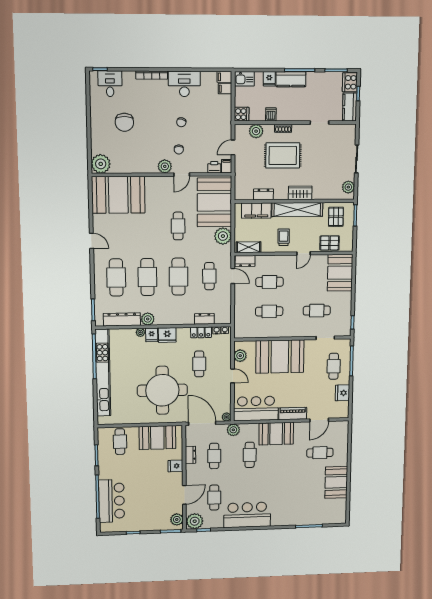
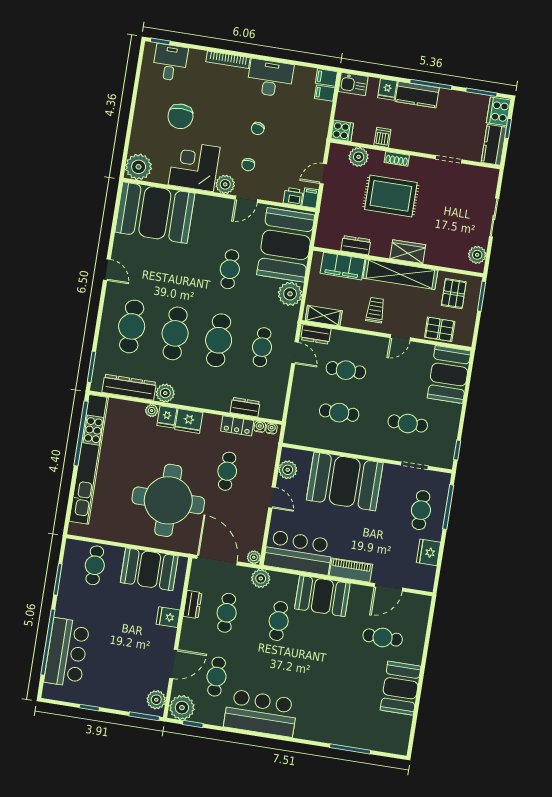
corner desk: (140, 157) -> (194, 166), added

